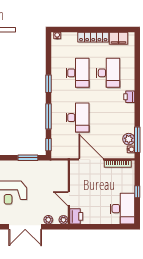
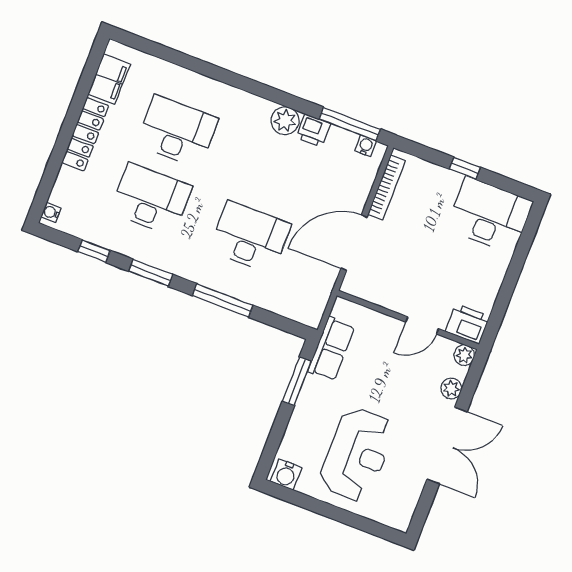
printer: (129, 97) -> (313, 130), moved
plant: (129, 139) -> (285, 121), moved
window: (48, 145) -> (94, 251), moved
row of seats: (46, 166) -> (331, 349), added

